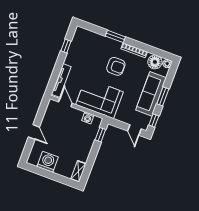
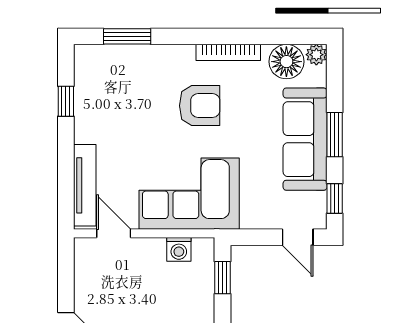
window: (115, 36) -> (127, 36), moved

